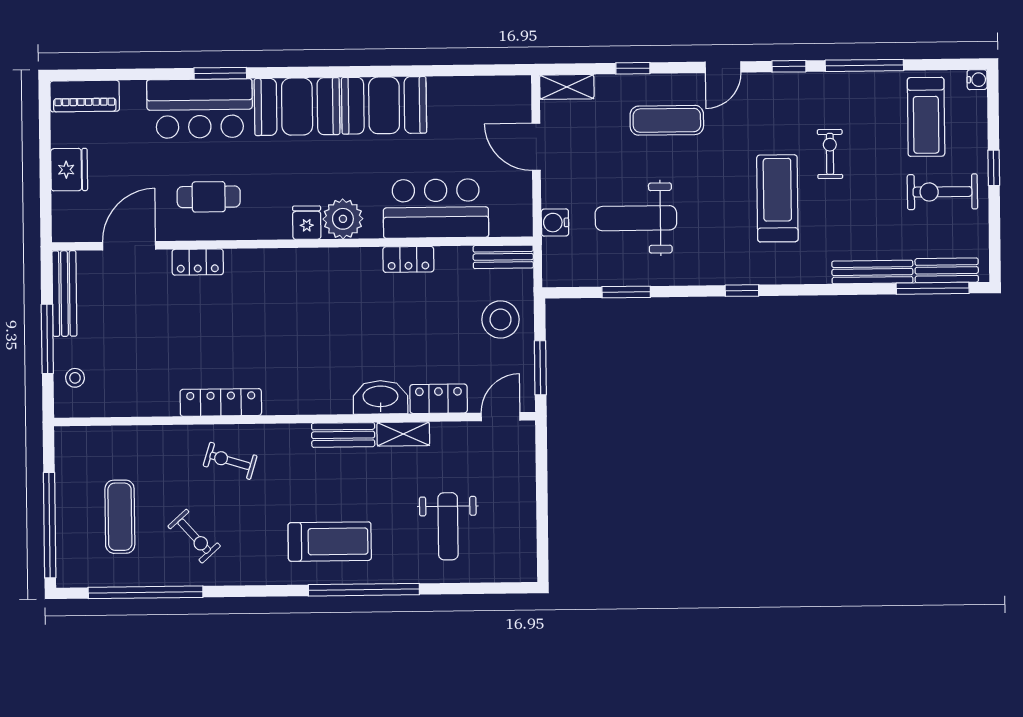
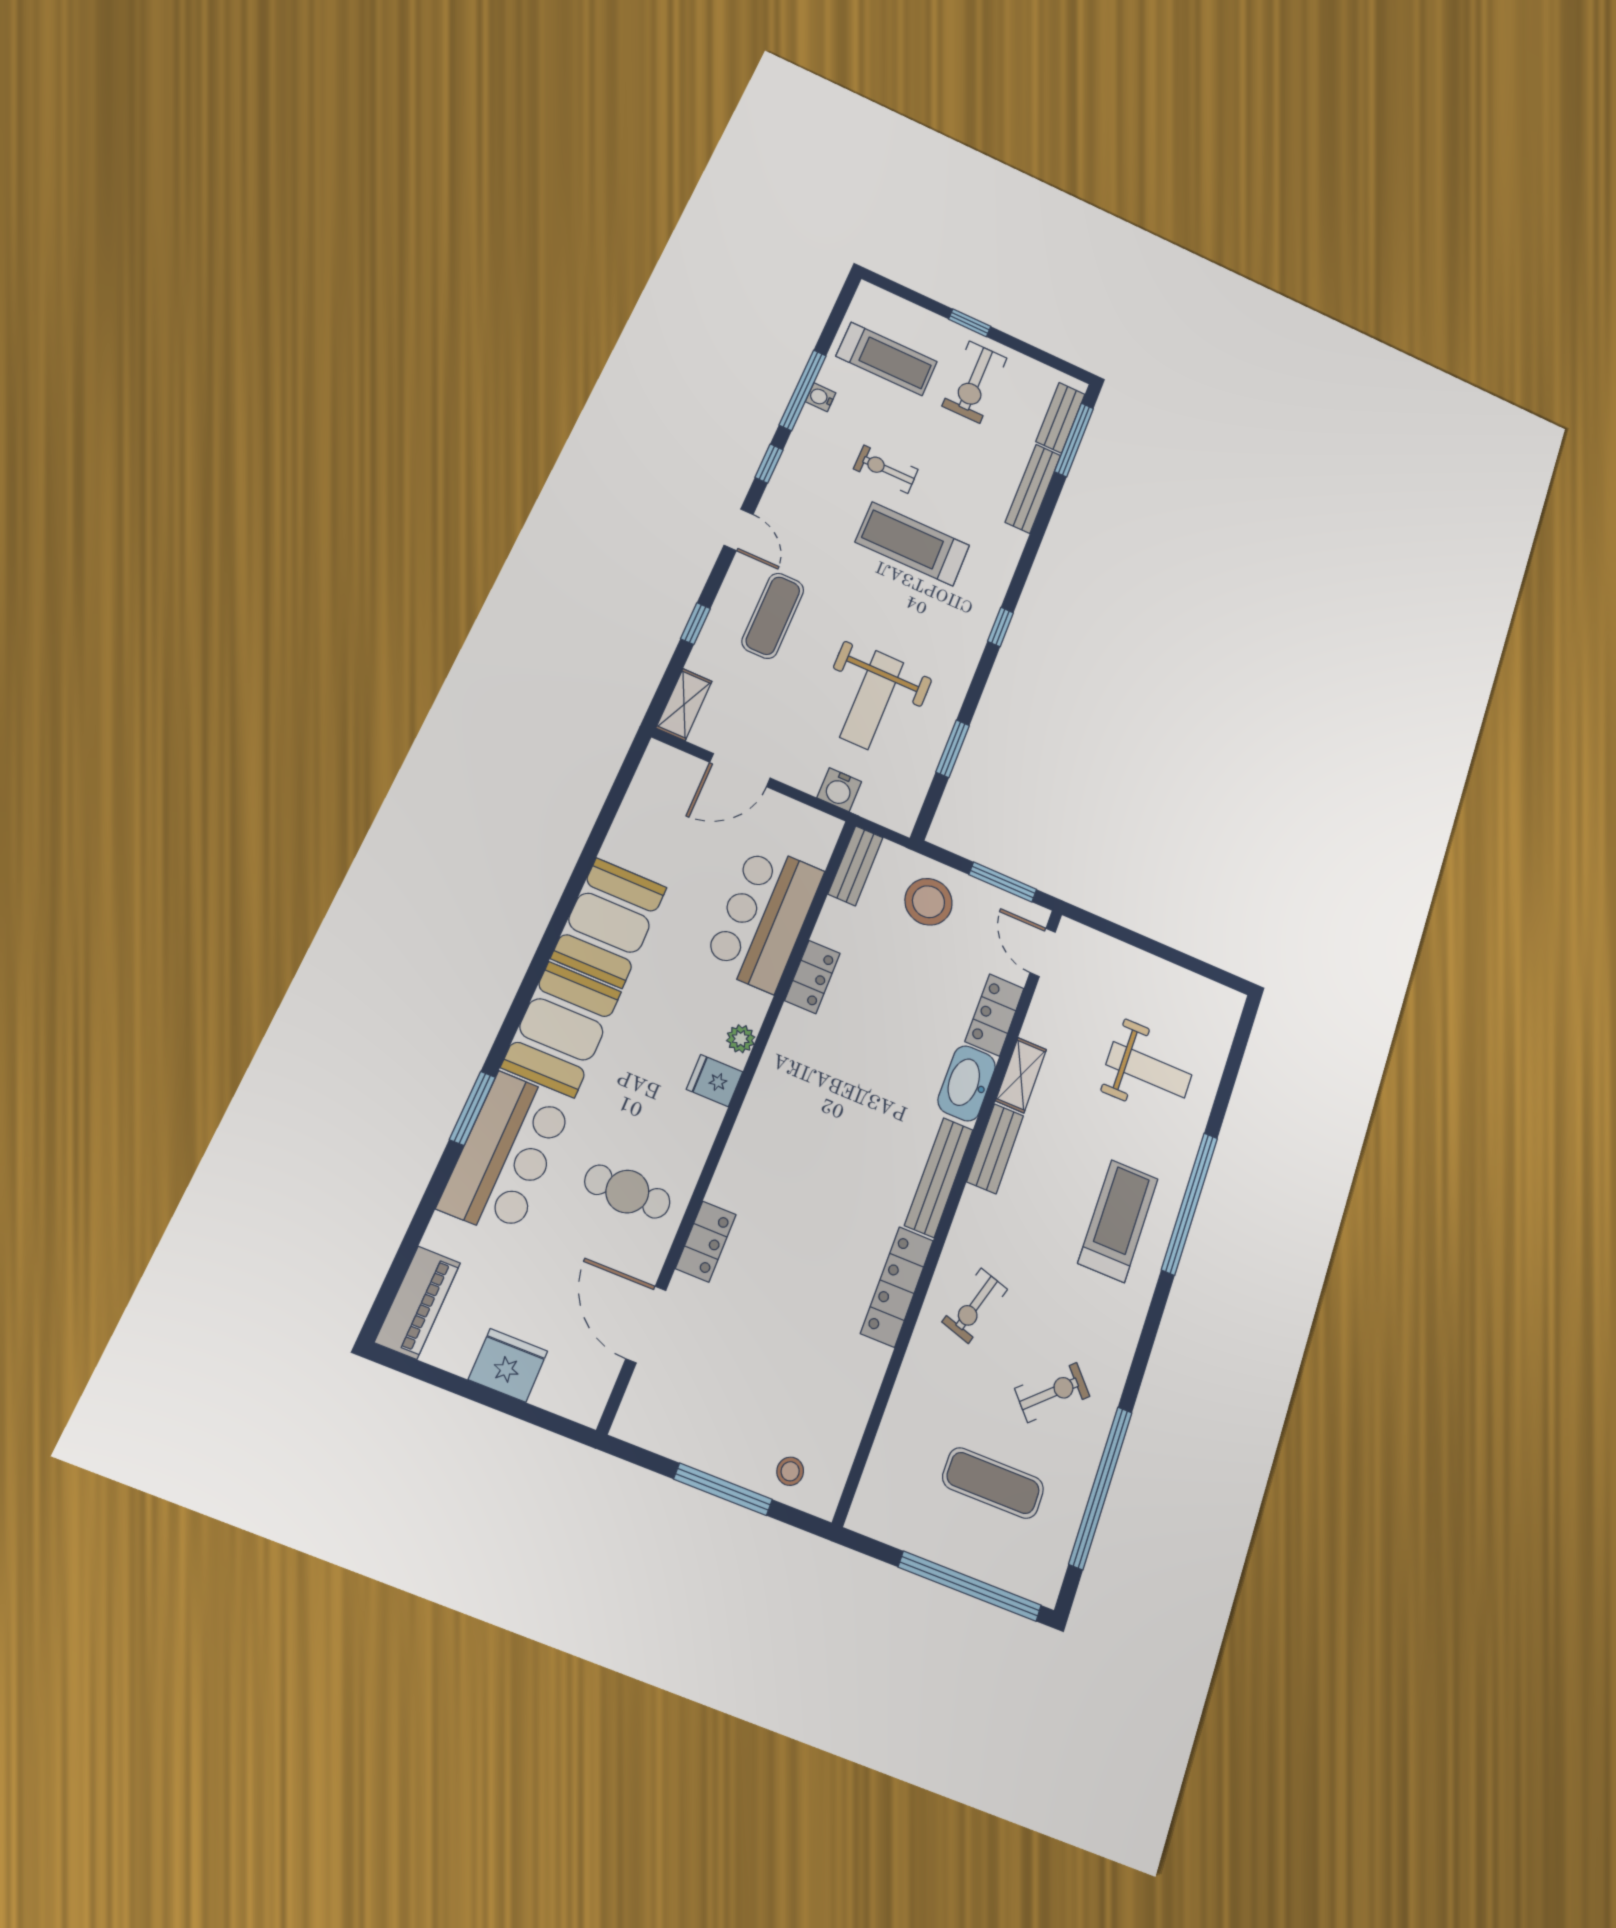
water cooler: (977, 80) -> (821, 397), moved, turned -90
cafe table: (209, 197) -> (627, 1192), turned 90
plant: (343, 219) -> (741, 1039), width x0.53, depth x0.53
bench: (64, 294) -> (939, 1177), moved, turned 90

